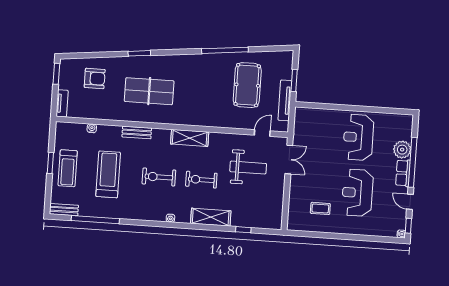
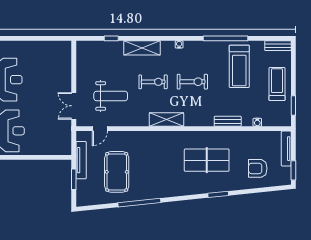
tv unit: (62, 103) -> (286, 149), width x1.41
bench: (137, 132) -> (228, 121), moved
window: (50, 163) -> (293, 105), moved
weight bench: (248, 168) -> (111, 96), turned 180
treadmill: (108, 174) -> (239, 66), moved
coffee table: (320, 208) -> (42, 63), removed
window: (95, 220) -> (225, 38), moved

